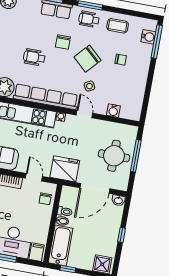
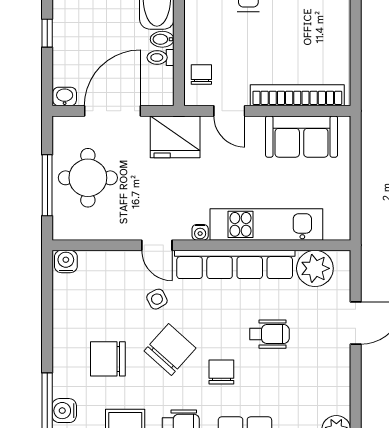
chair: (121, 60) -> (108, 359), width x1.87, depth x1.87
water cooler: (113, 111) -> (66, 262), moved

